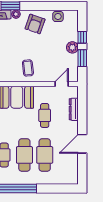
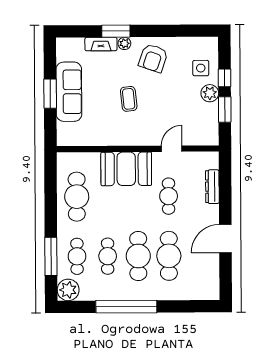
side table: (58, 16) -> (201, 68), moved
coffee table: (28, 68) -> (129, 99), moved
door: (62, 84) -> (172, 149), moved

